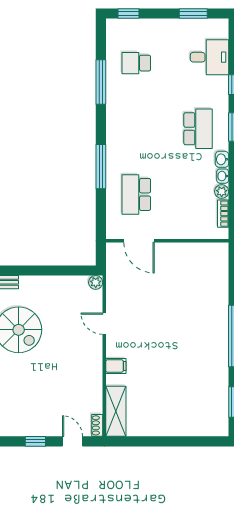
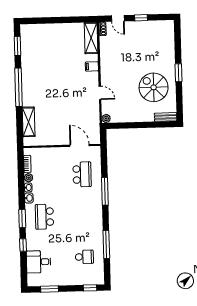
shelving: (219, 280) -> (29, 122), added

